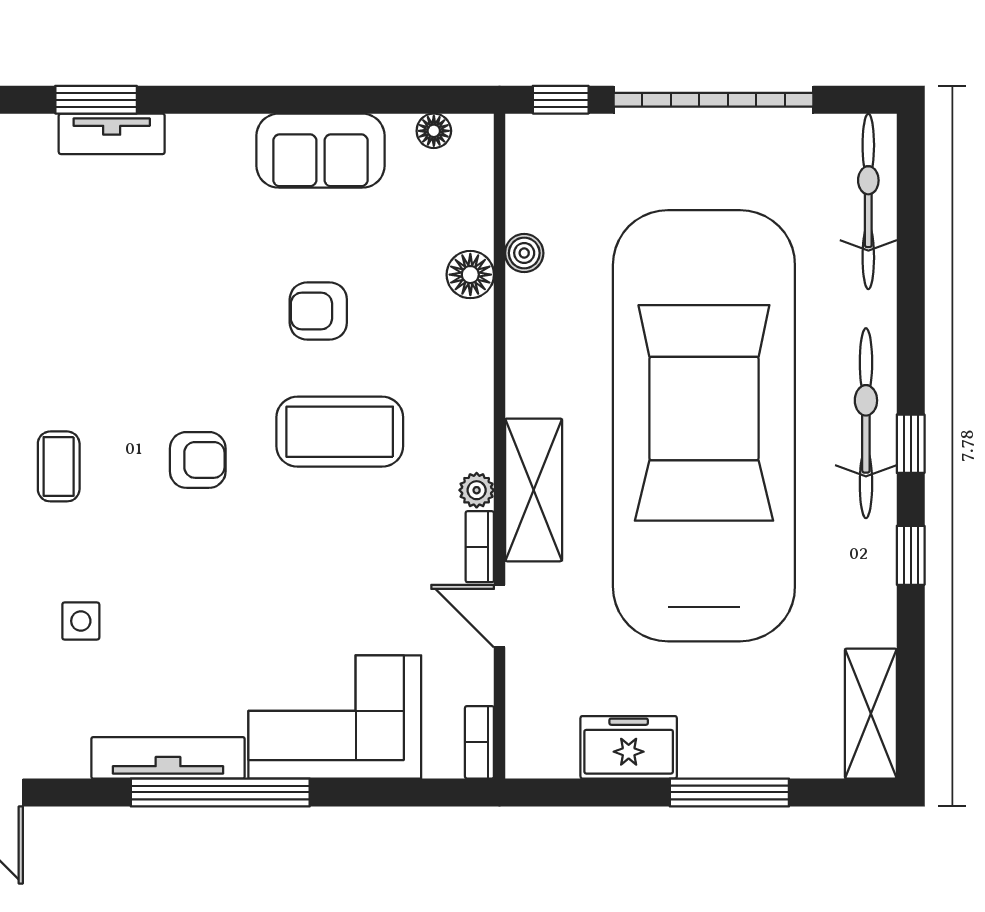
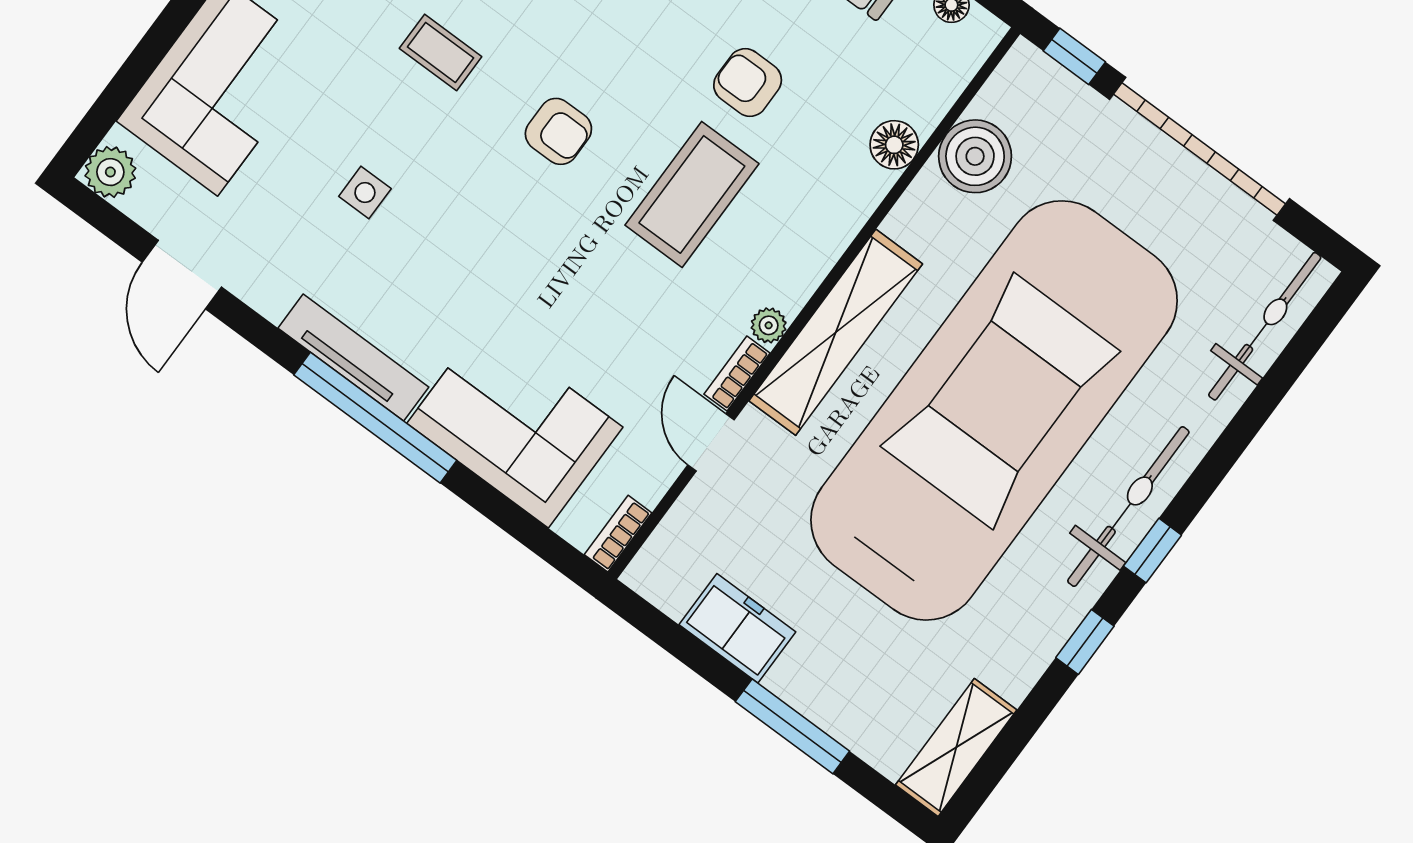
boiler: (524, 253) -> (975, 156), width x1.86, depth x1.86
coffee table: (340, 432) -> (692, 194), turned 90
coffee table: (59, 466) -> (441, 52), turned 90
shelving: (534, 490) -> (836, 332), width x1.47

